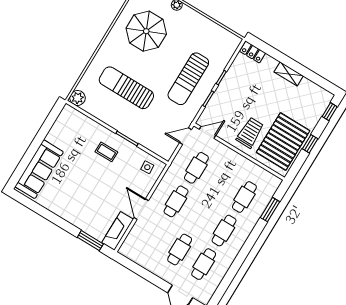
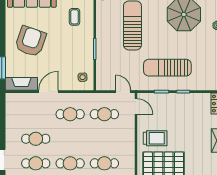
coffee table: (106, 152) -> (75, 17), moved
armchair: (81, 197) -> (31, 41), added

